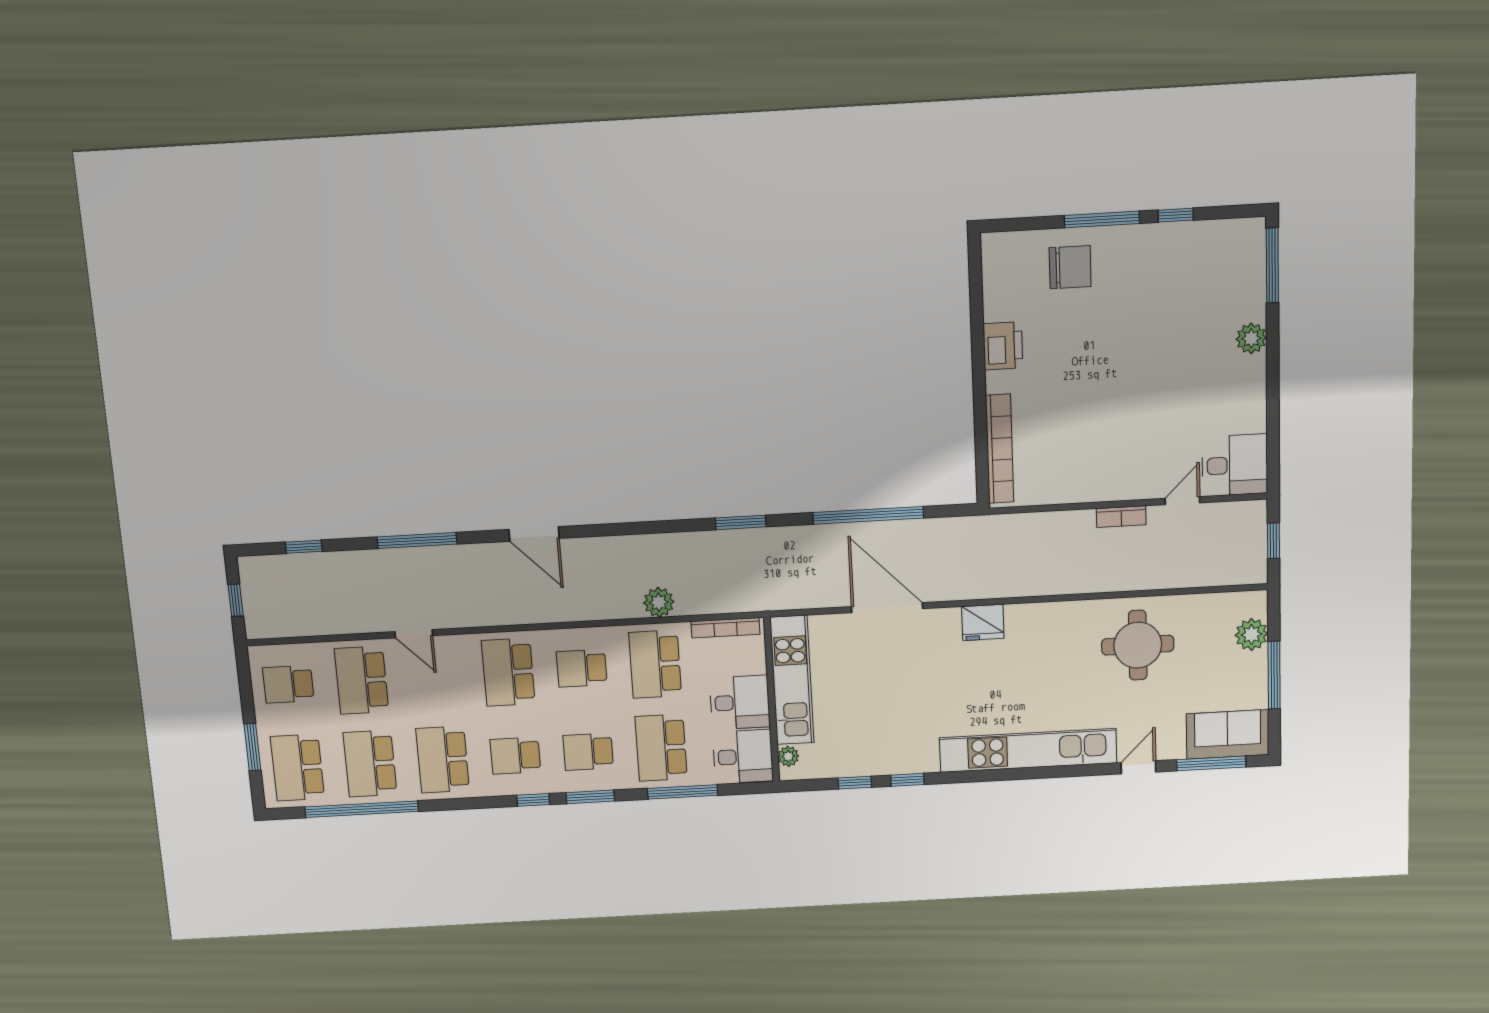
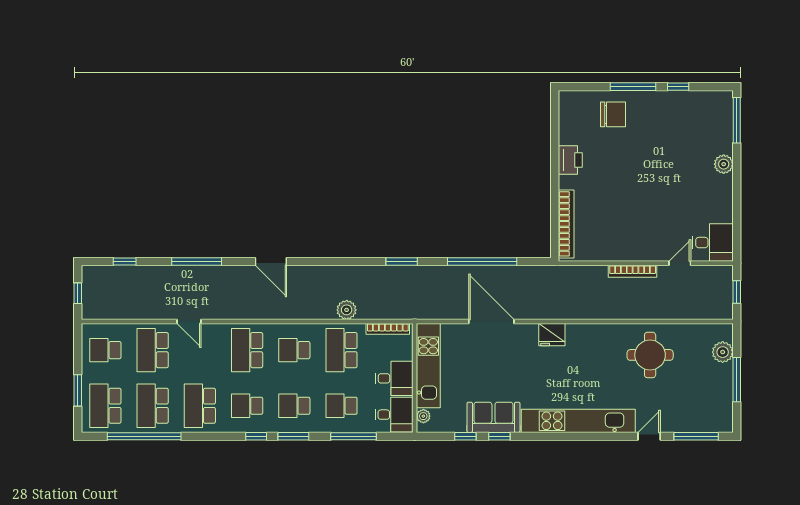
bookcase: (1121, 517) -> (633, 271), width x1.56
sofa: (1228, 734) -> (493, 417), moved
school desk: (661, 748) -> (342, 406), width x0.54

